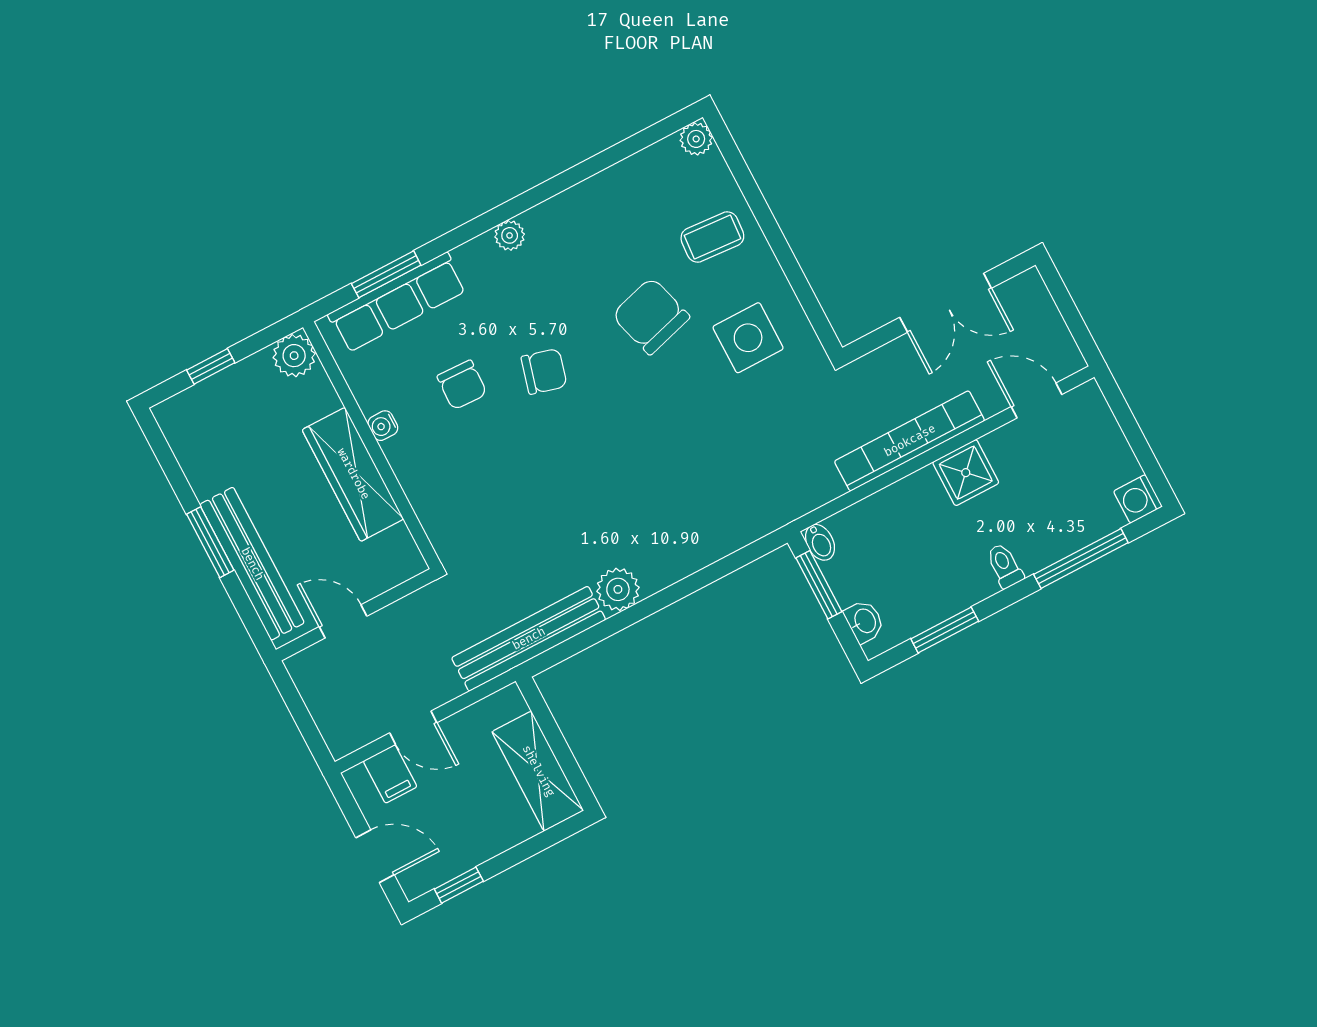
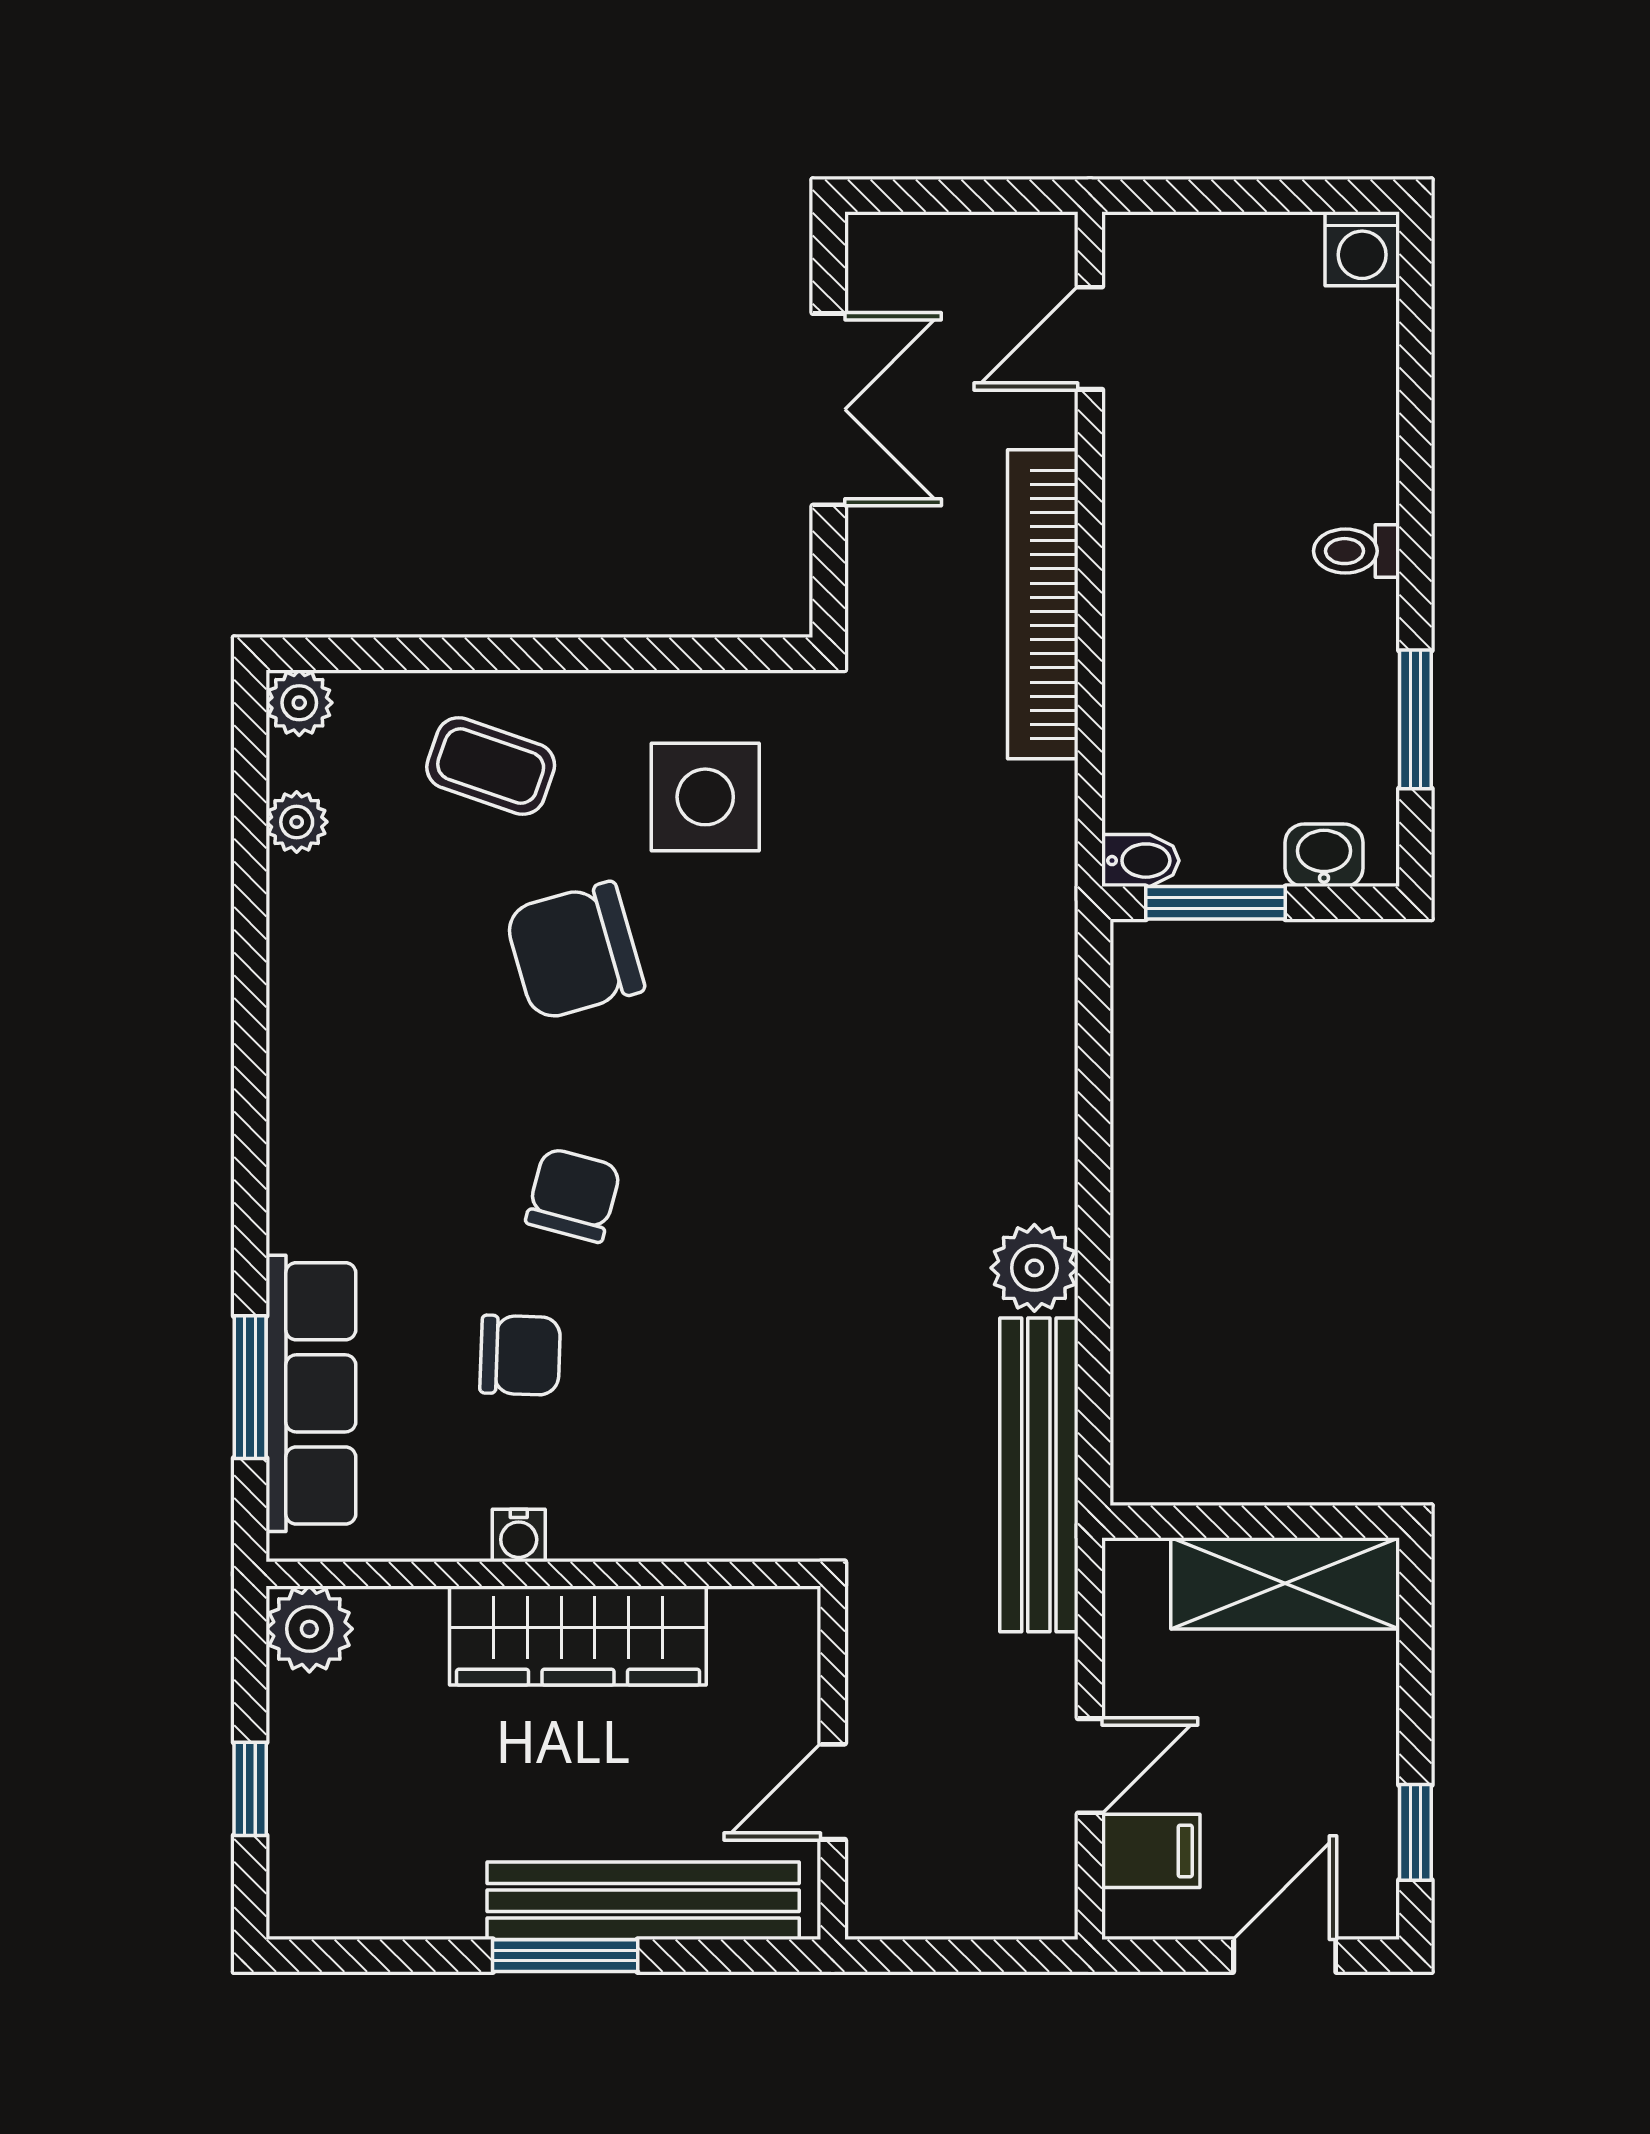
plant: (510, 235) -> (297, 822), moved
coffee table: (712, 237) -> (491, 766), turned -75
shower: (966, 473) -> (1153, 533), removed
window: (1081, 558) -> (1415, 407), removed

